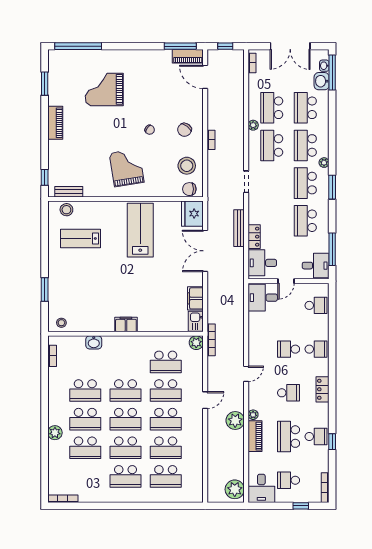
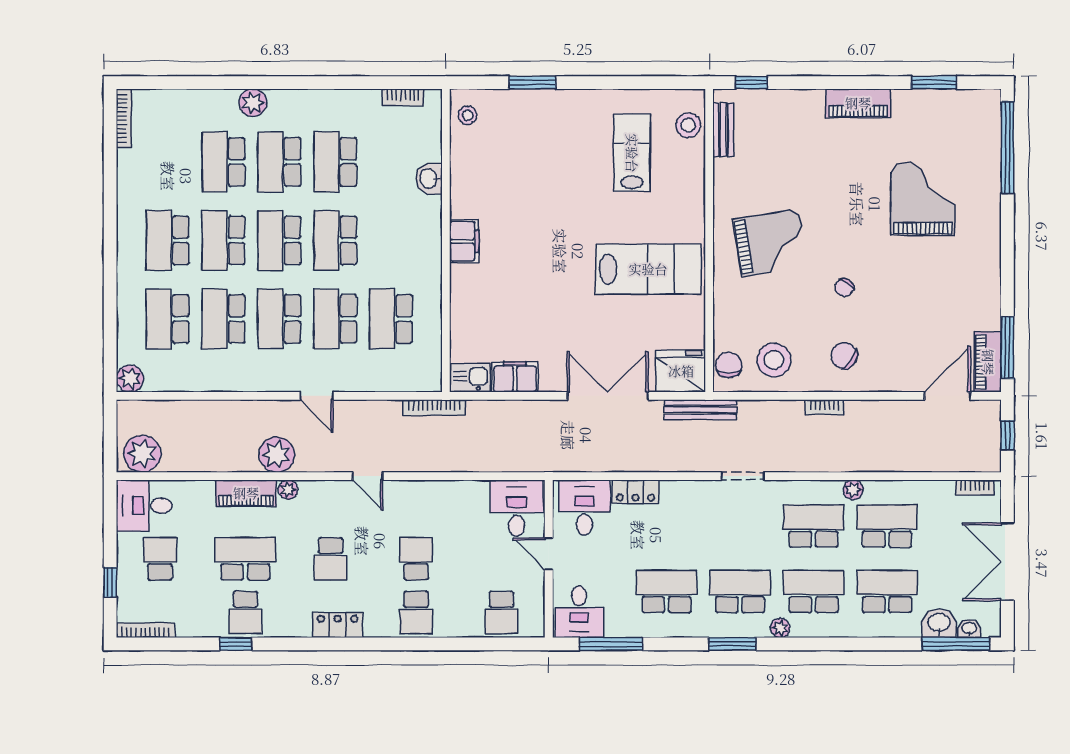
bench: (239, 228) -> (700, 410), moved
plant: (196, 343) -> (130, 378), moved

